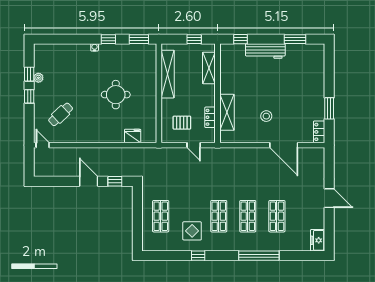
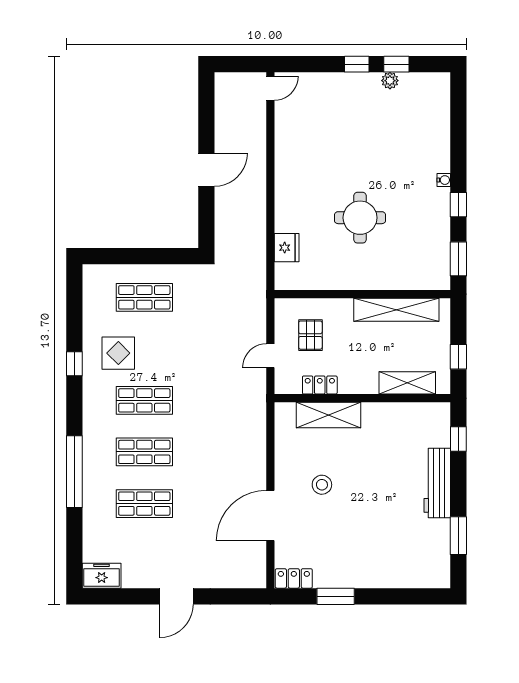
cafe table: (61, 114) -> (325, 120), removed
window: (115, 181) -> (206, 216), removed

